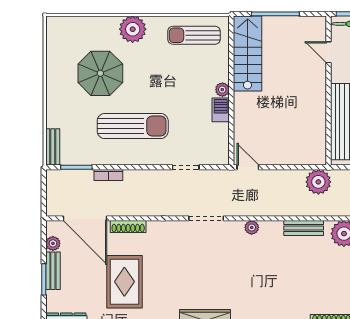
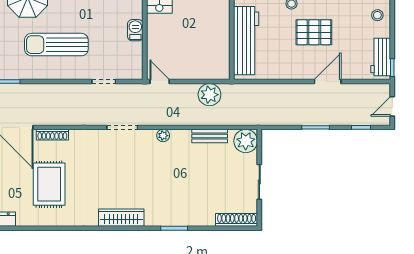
plant: (222, 90) -> (137, 12), removed
sun lounger: (133, 126) -> (56, 45), turned 180
bookcase: (108, 175) -> (35, 89), removed
plant: (318, 182) -> (209, 95), moved

